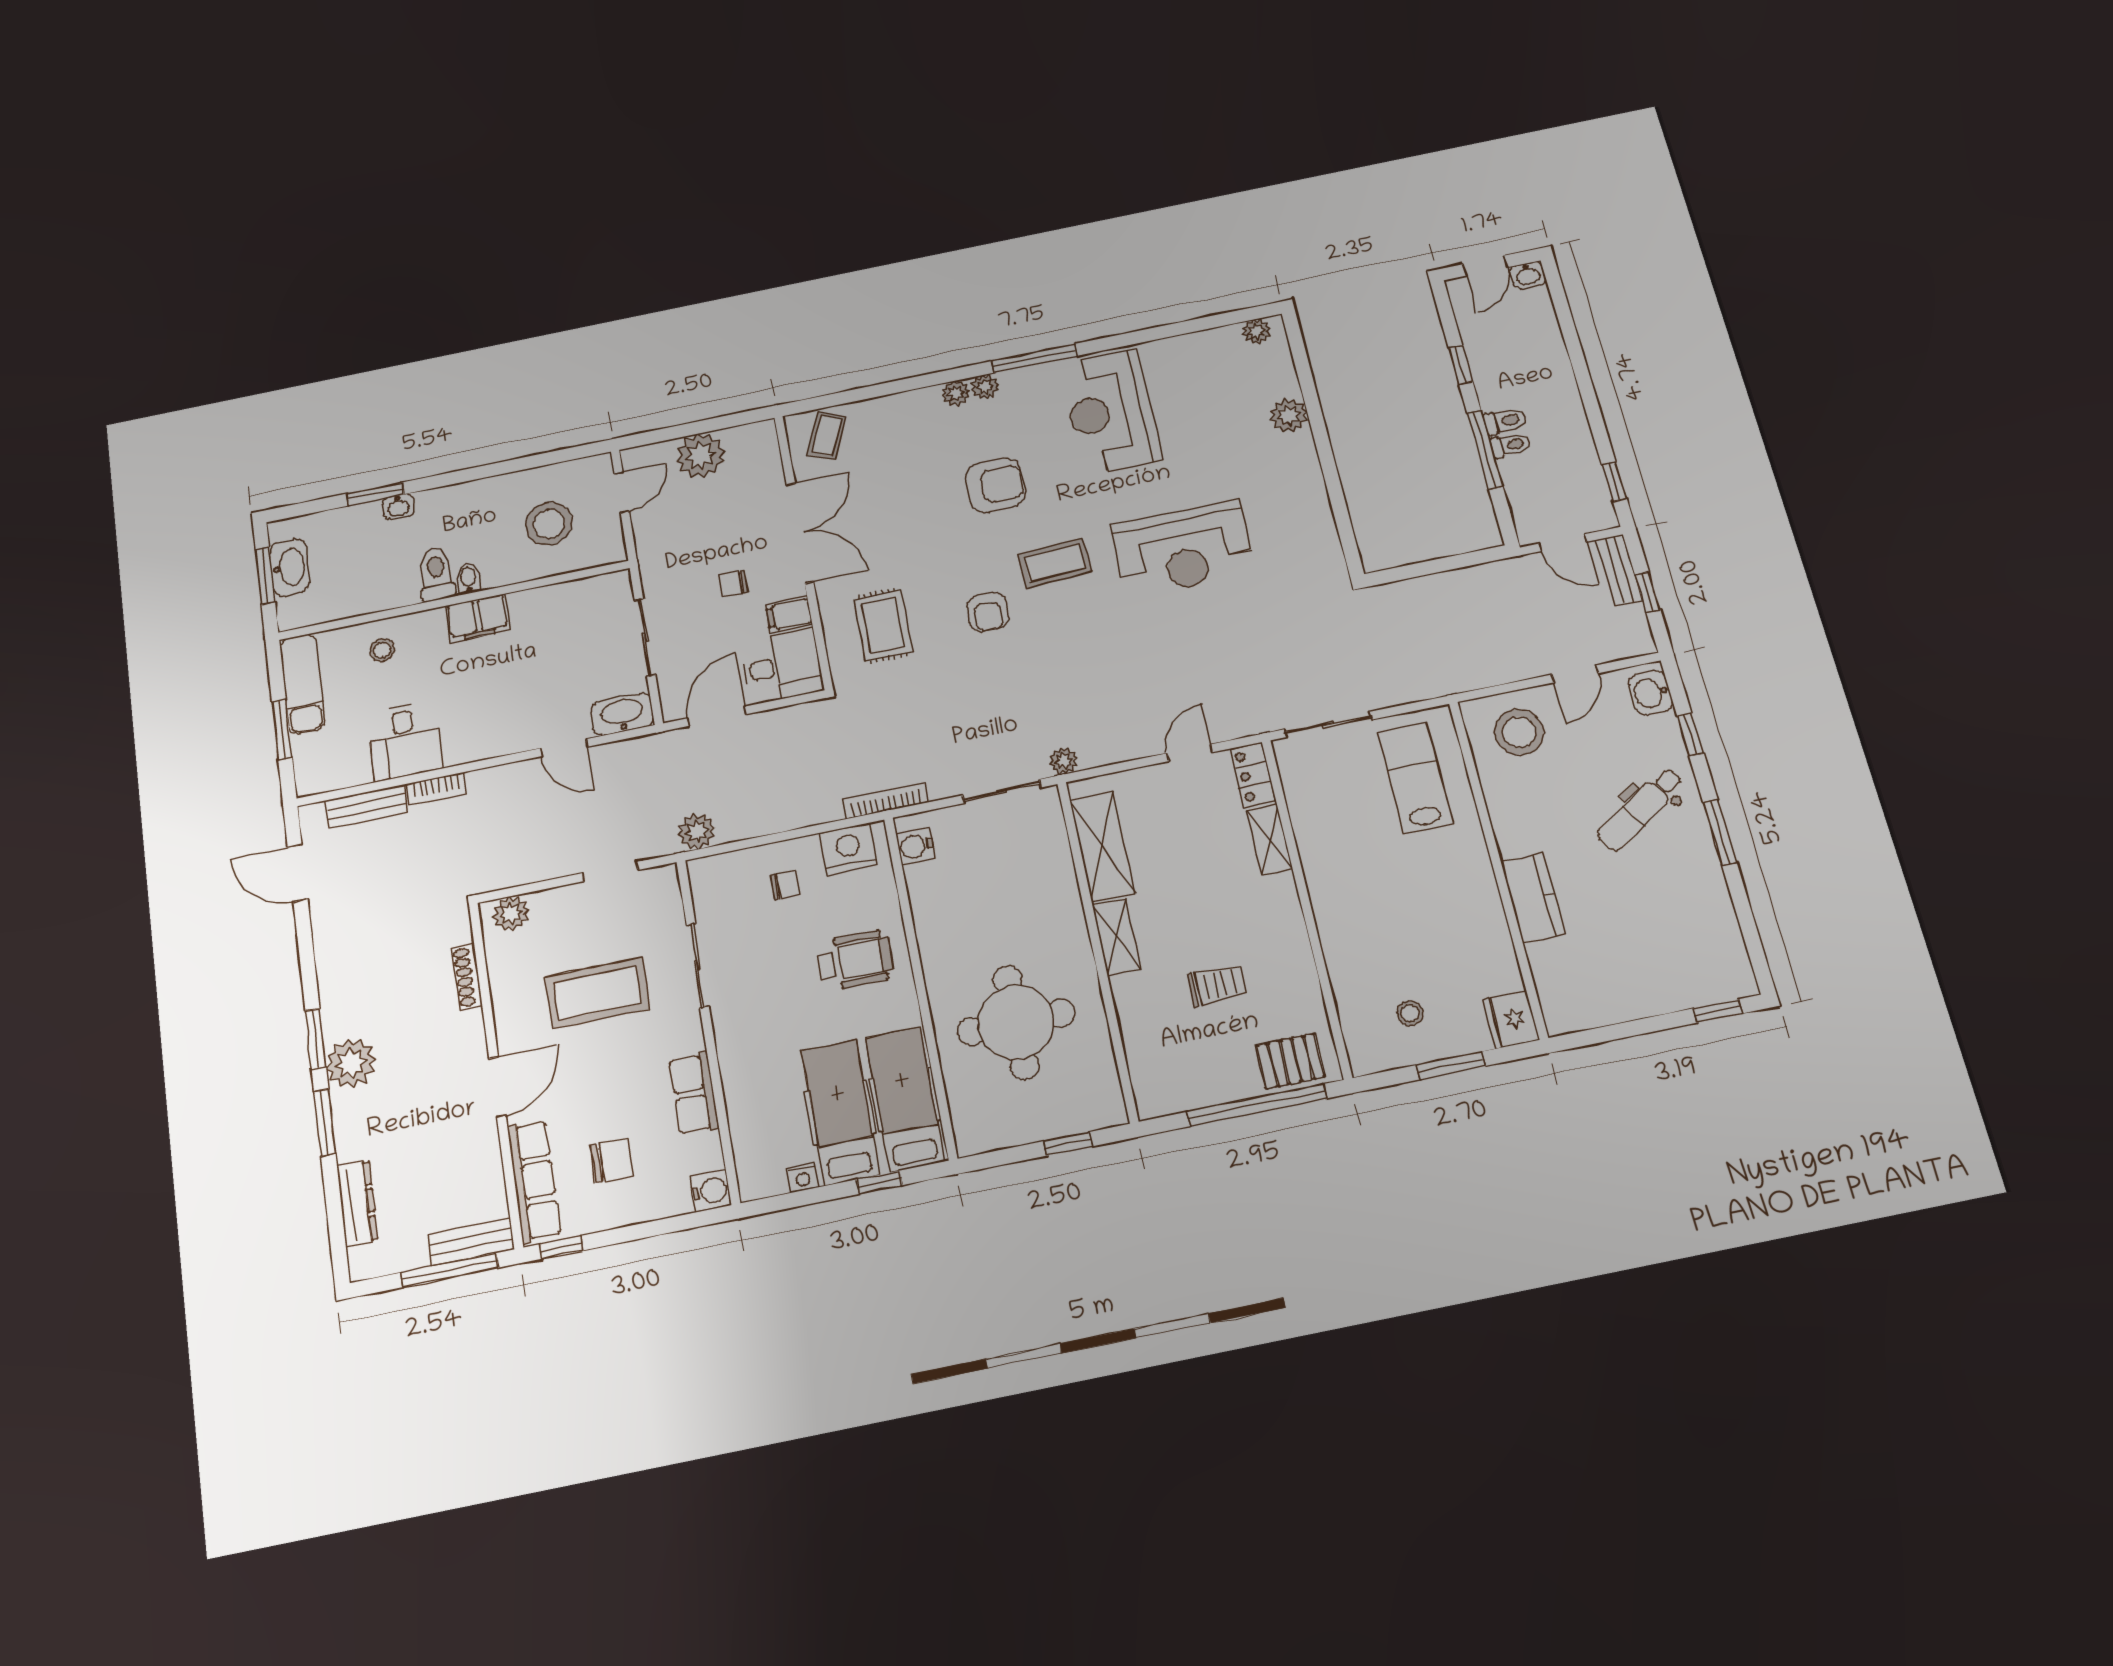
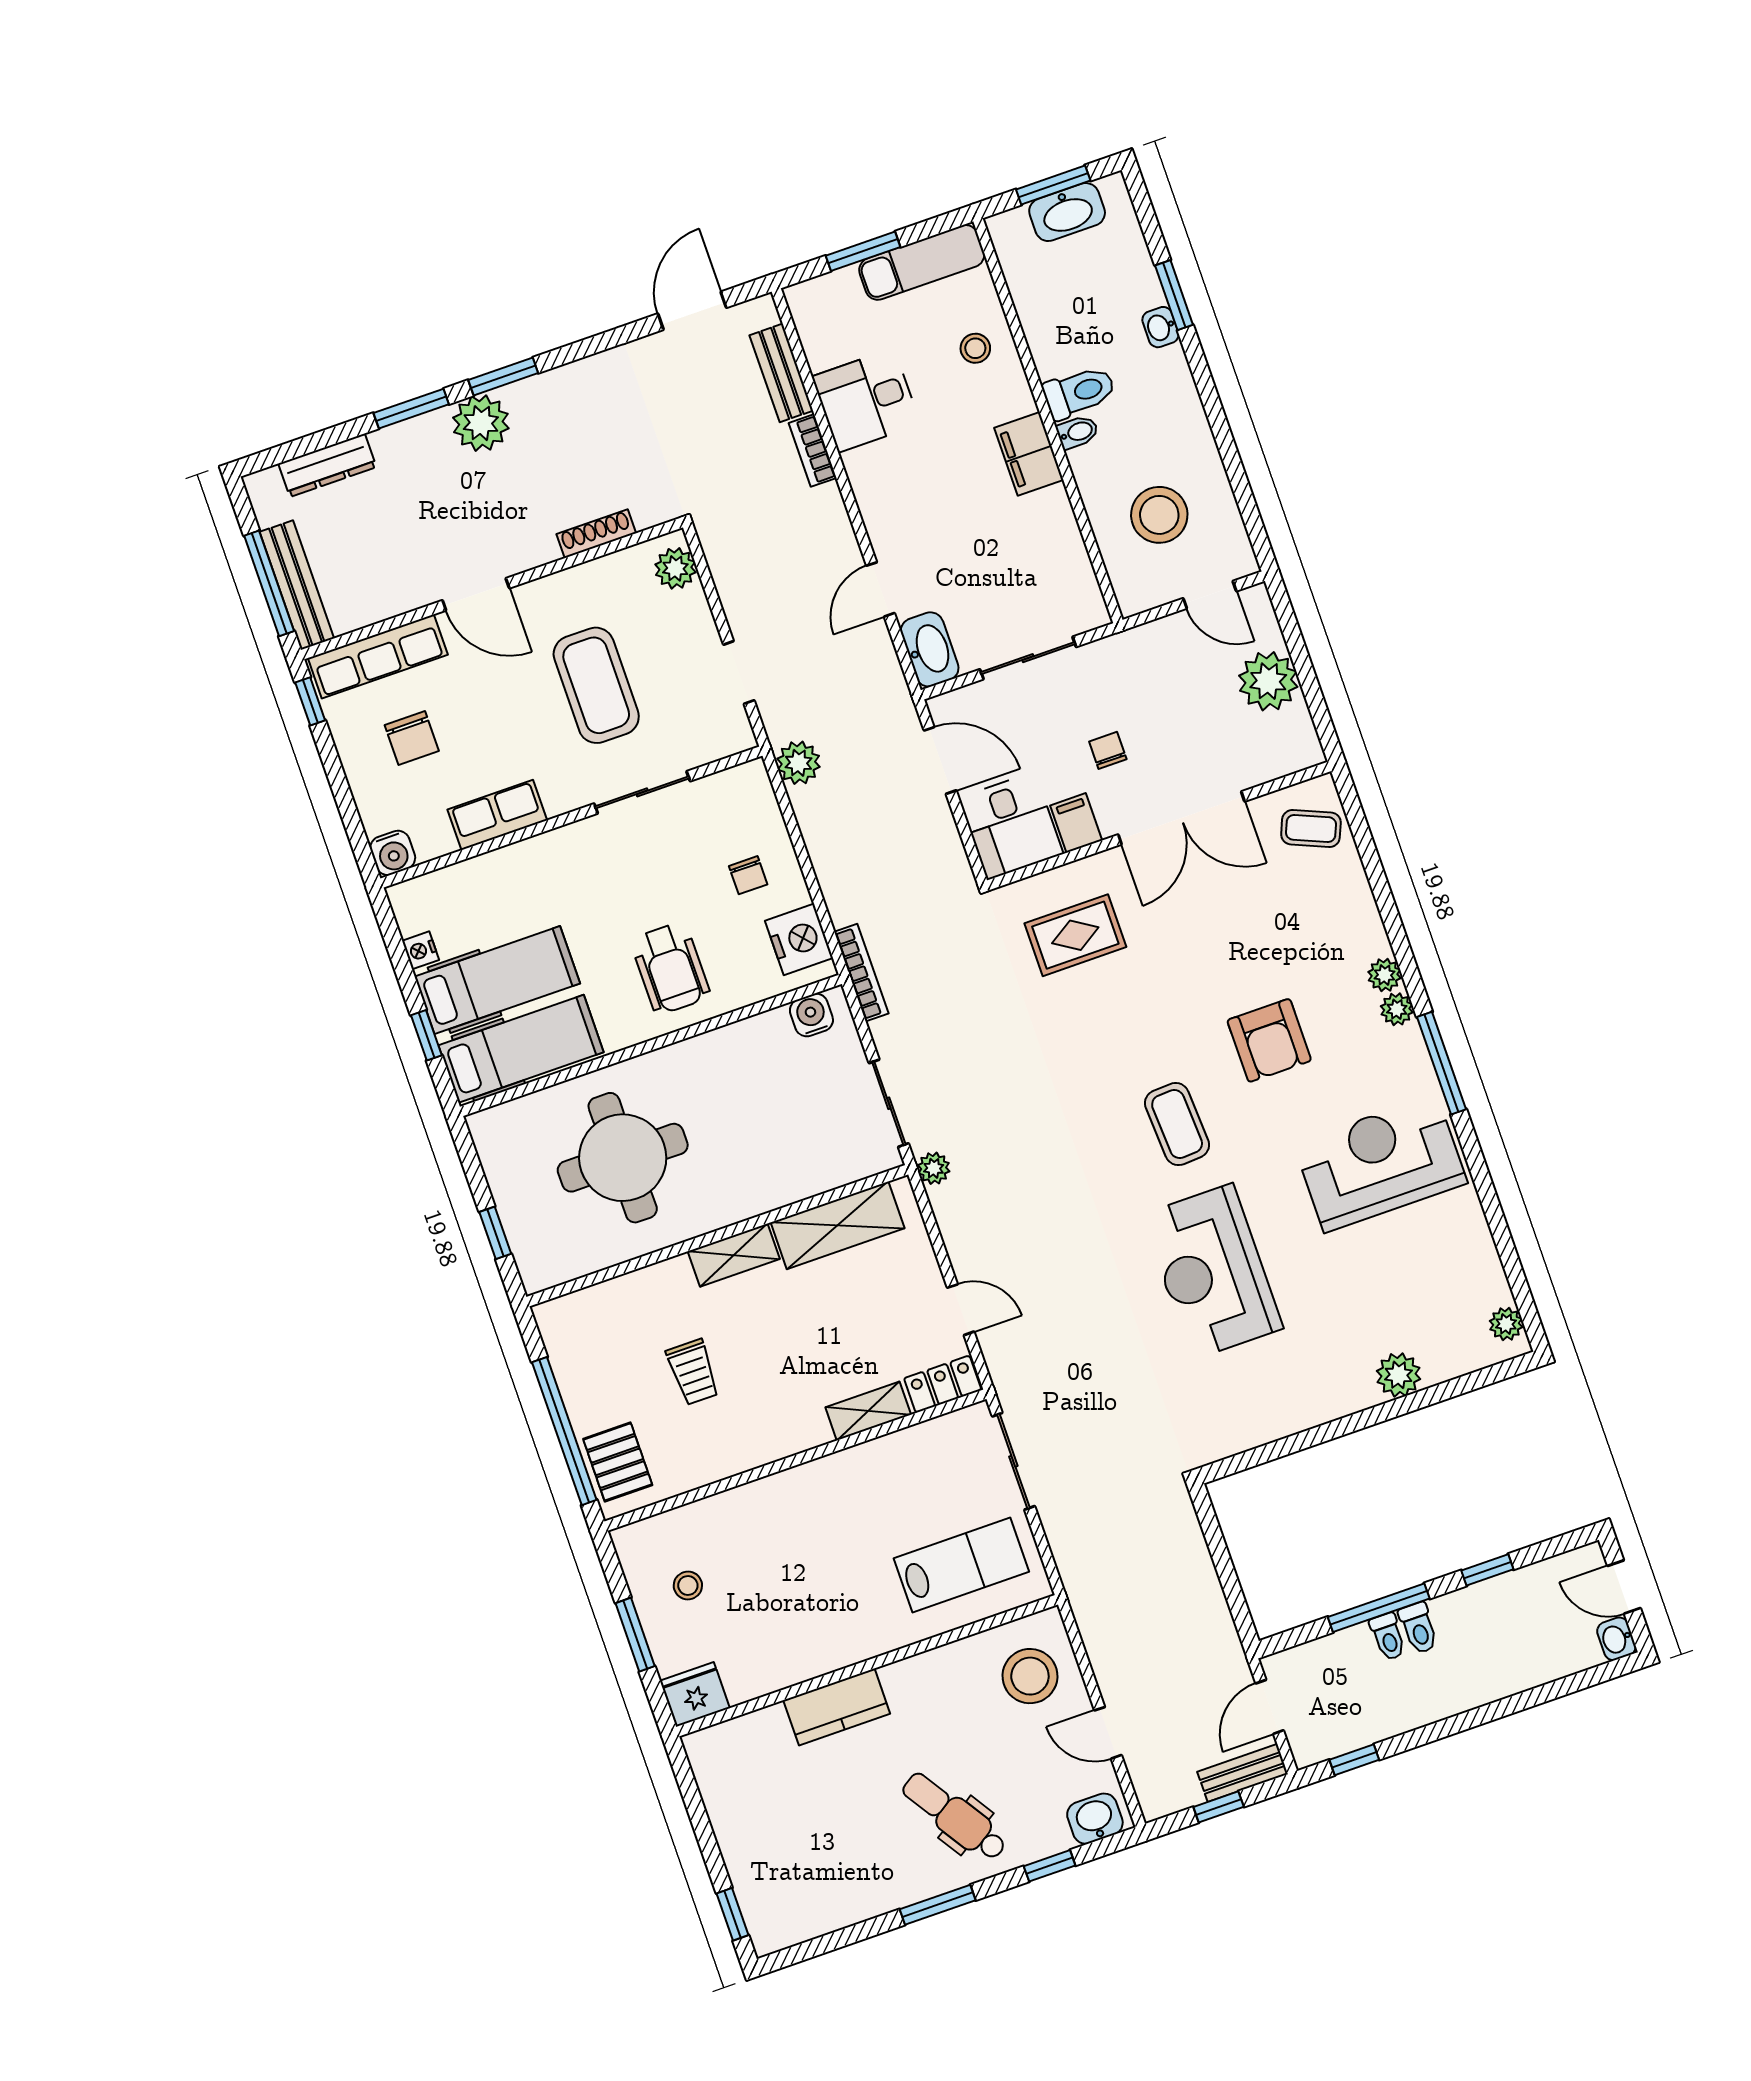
armchair: (988, 612) -> (1106, 1055), removed
bench: (471, 1242) -> (297, 585), width x1.36

